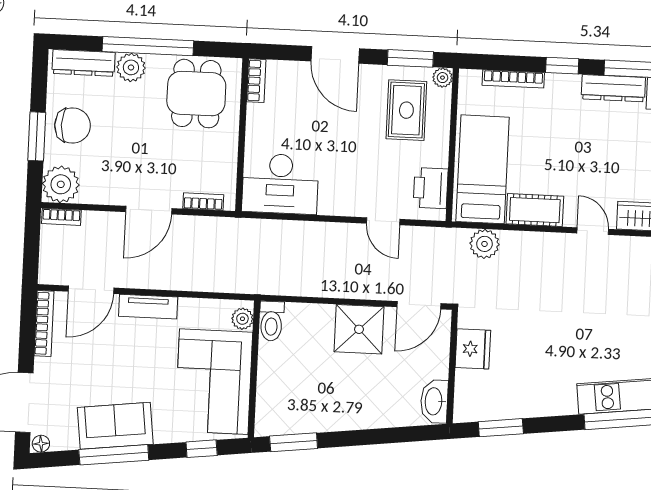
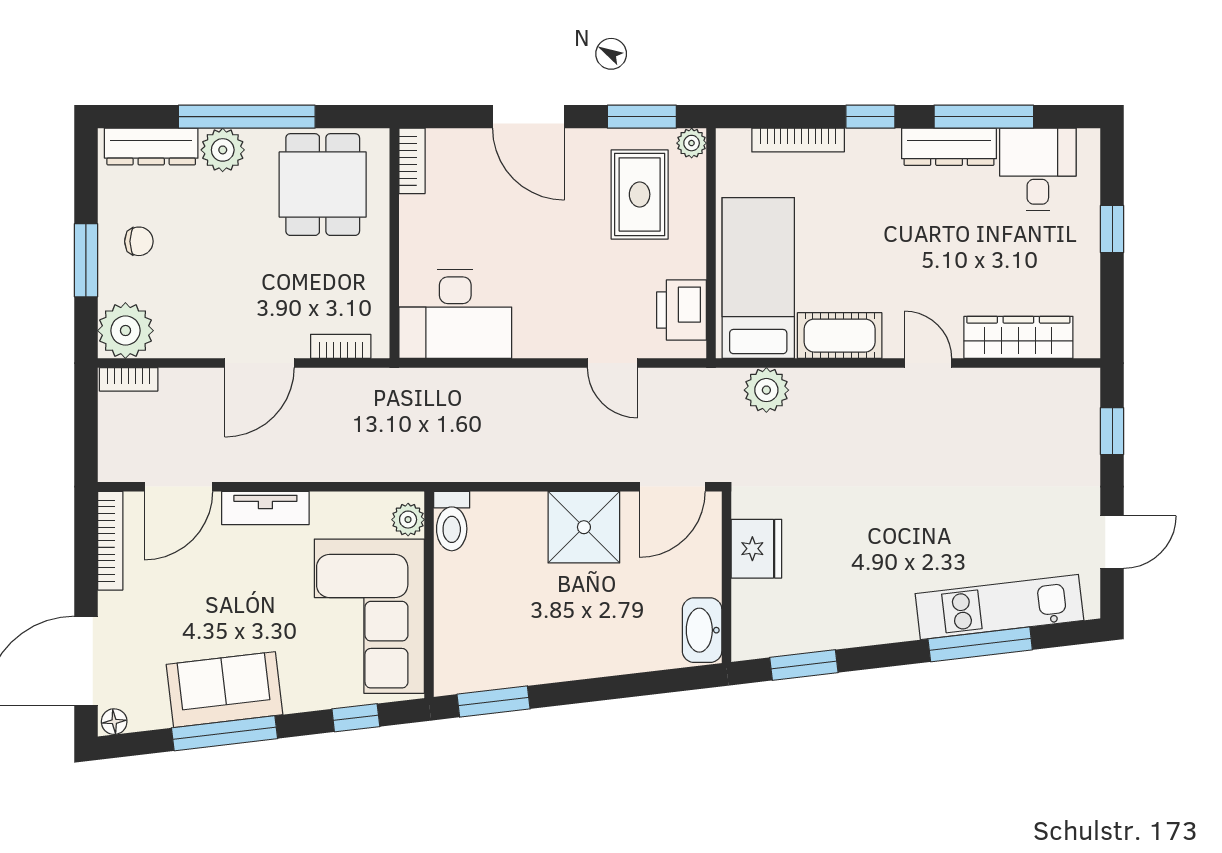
chair: (72, 126) -> (139, 241), width x0.54, depth x0.54

